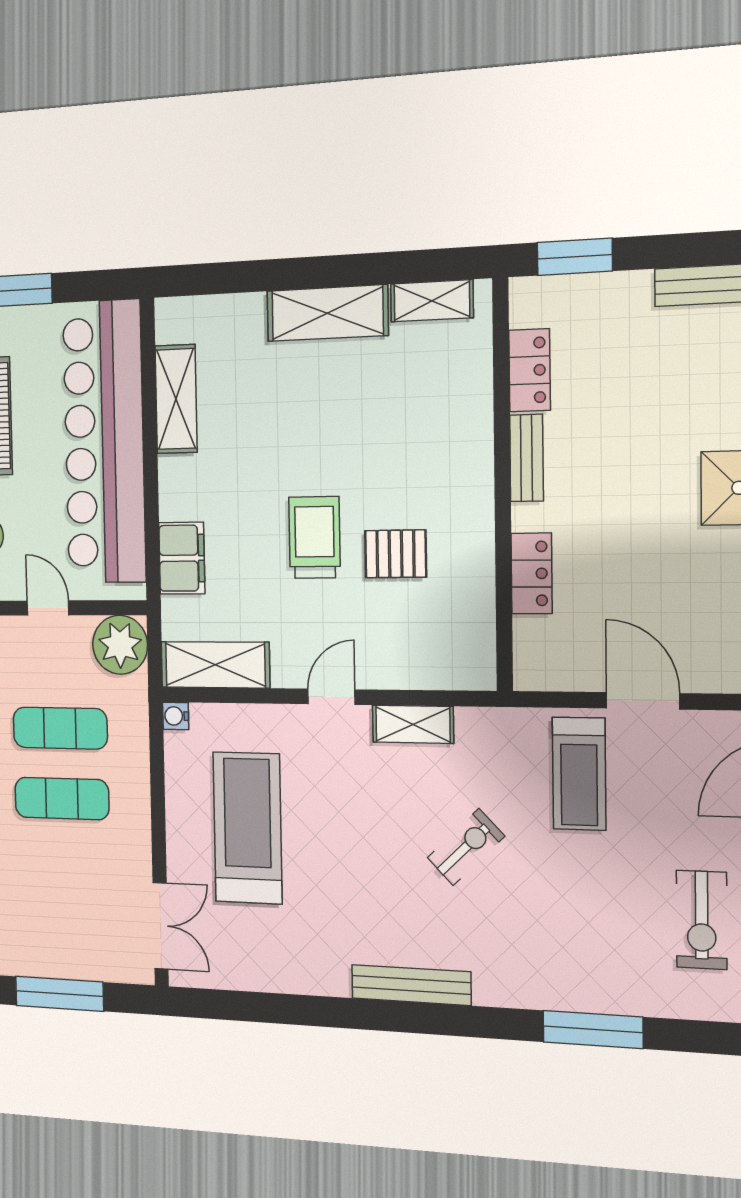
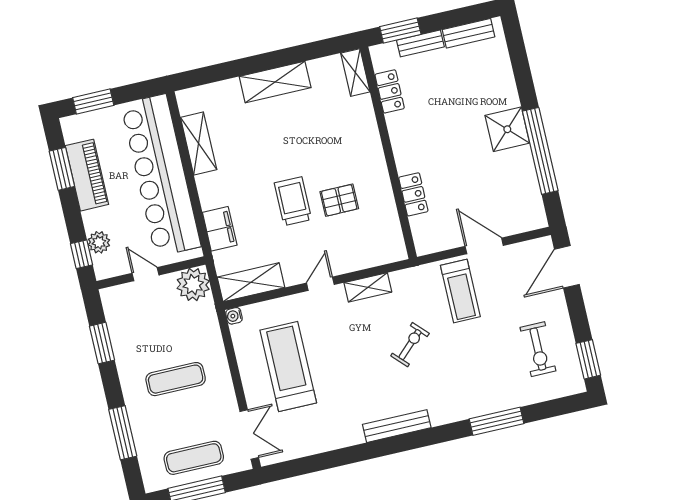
shelving: (432, 301) -> (355, 72), moved, turned 90
bench: (527, 458) -> (420, 43), moved, turned 90
exercise mat: (60, 728) -> (194, 458), moved

